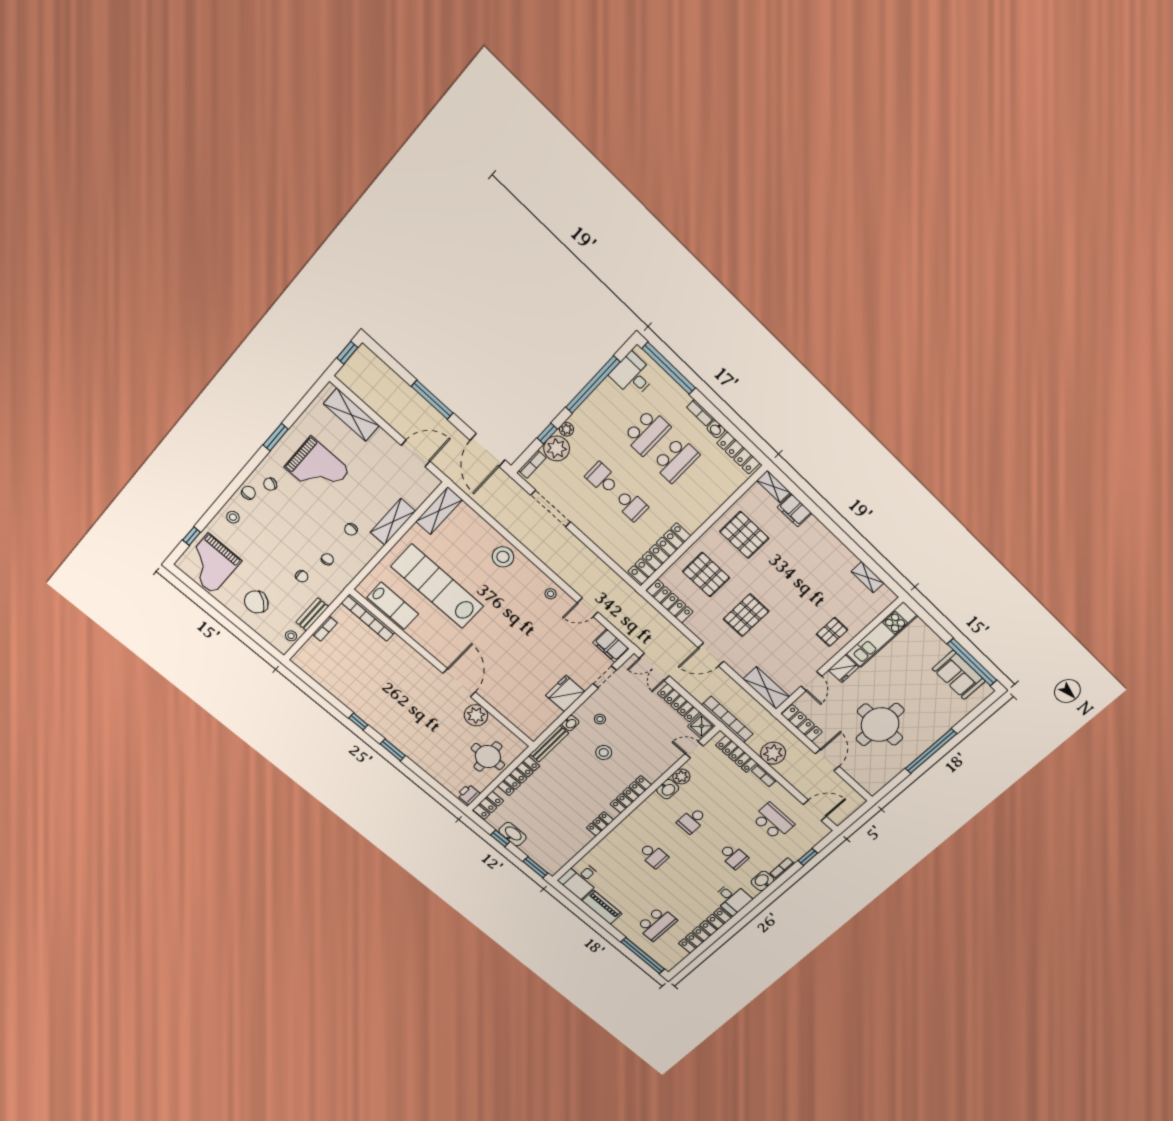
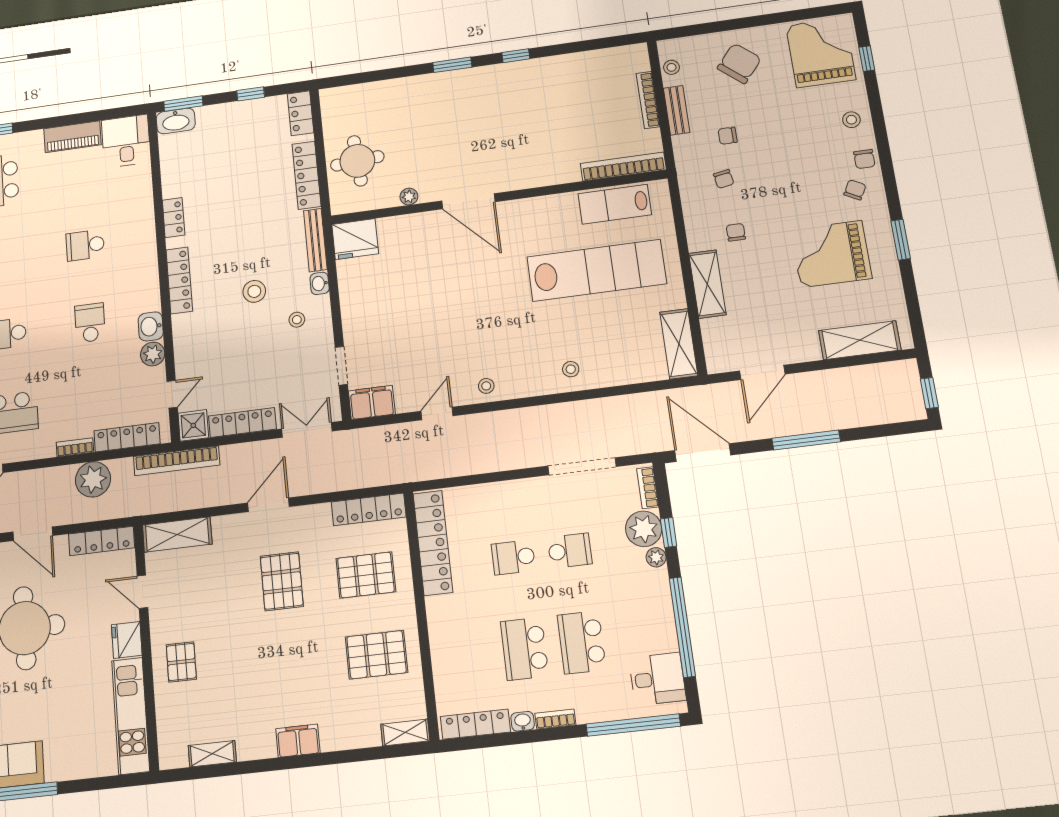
filing cabinet: (795, 510) -> (298, 741), moved
stool: (503, 557) -> (571, 369), width x0.53, depth x0.53
bookcase: (325, 629) -> (648, 100), width x1.56
fridge: (565, 693) -> (355, 239), moved, turned 90
plant: (476, 715) -> (409, 197), width x0.53, depth x0.53
printer: (469, 794) -> (332, 103), removed
washbasin: (512, 834) -> (176, 121), moved

